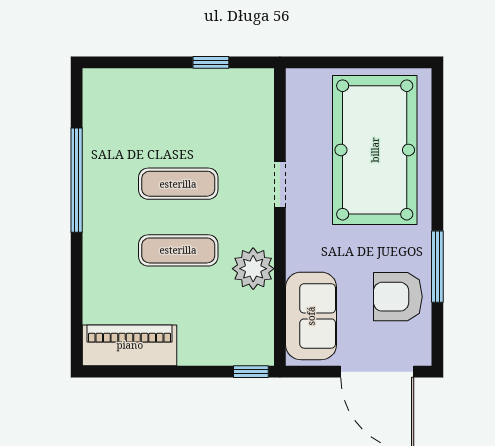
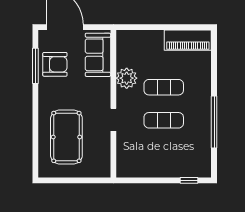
window: (211, 62) -> (189, 180), moved
pool table: (375, 150) -> (66, 137), width x0.73, depth x0.76
window: (437, 267) -> (35, 66), moved
window: (251, 372) -> (128, 27), removed

